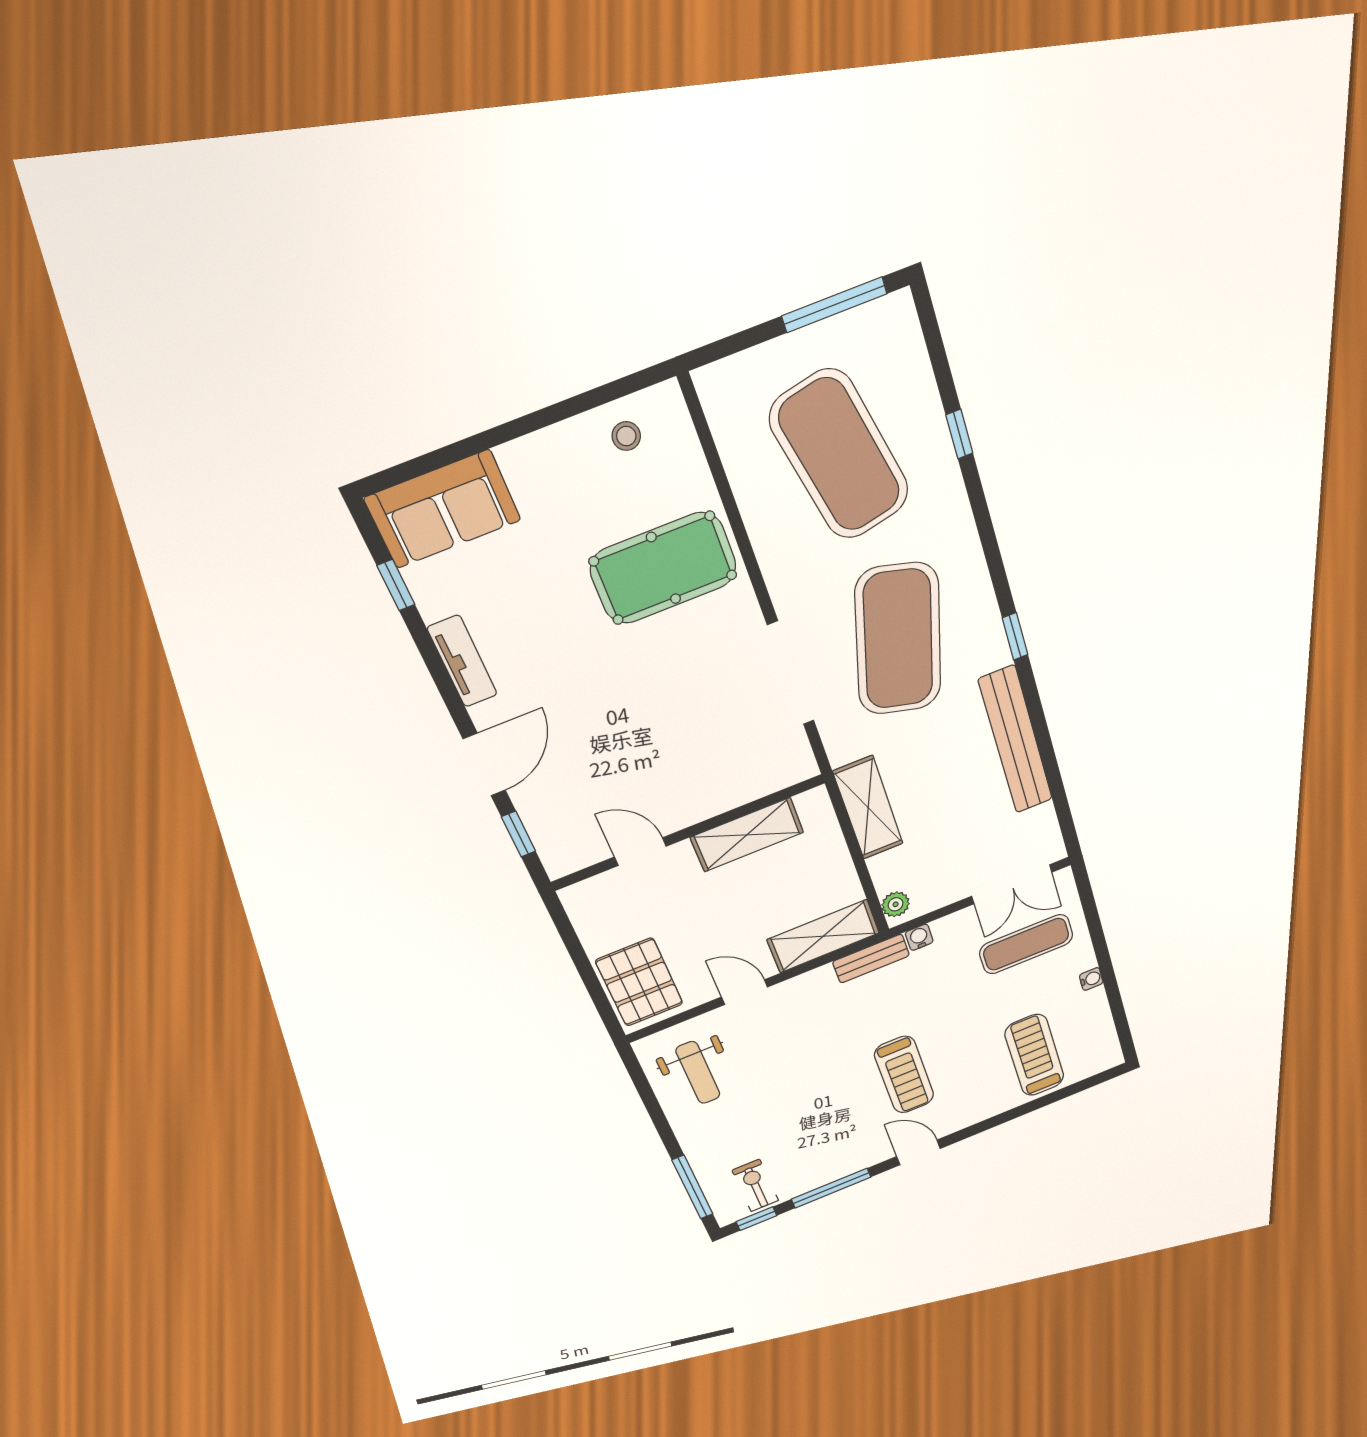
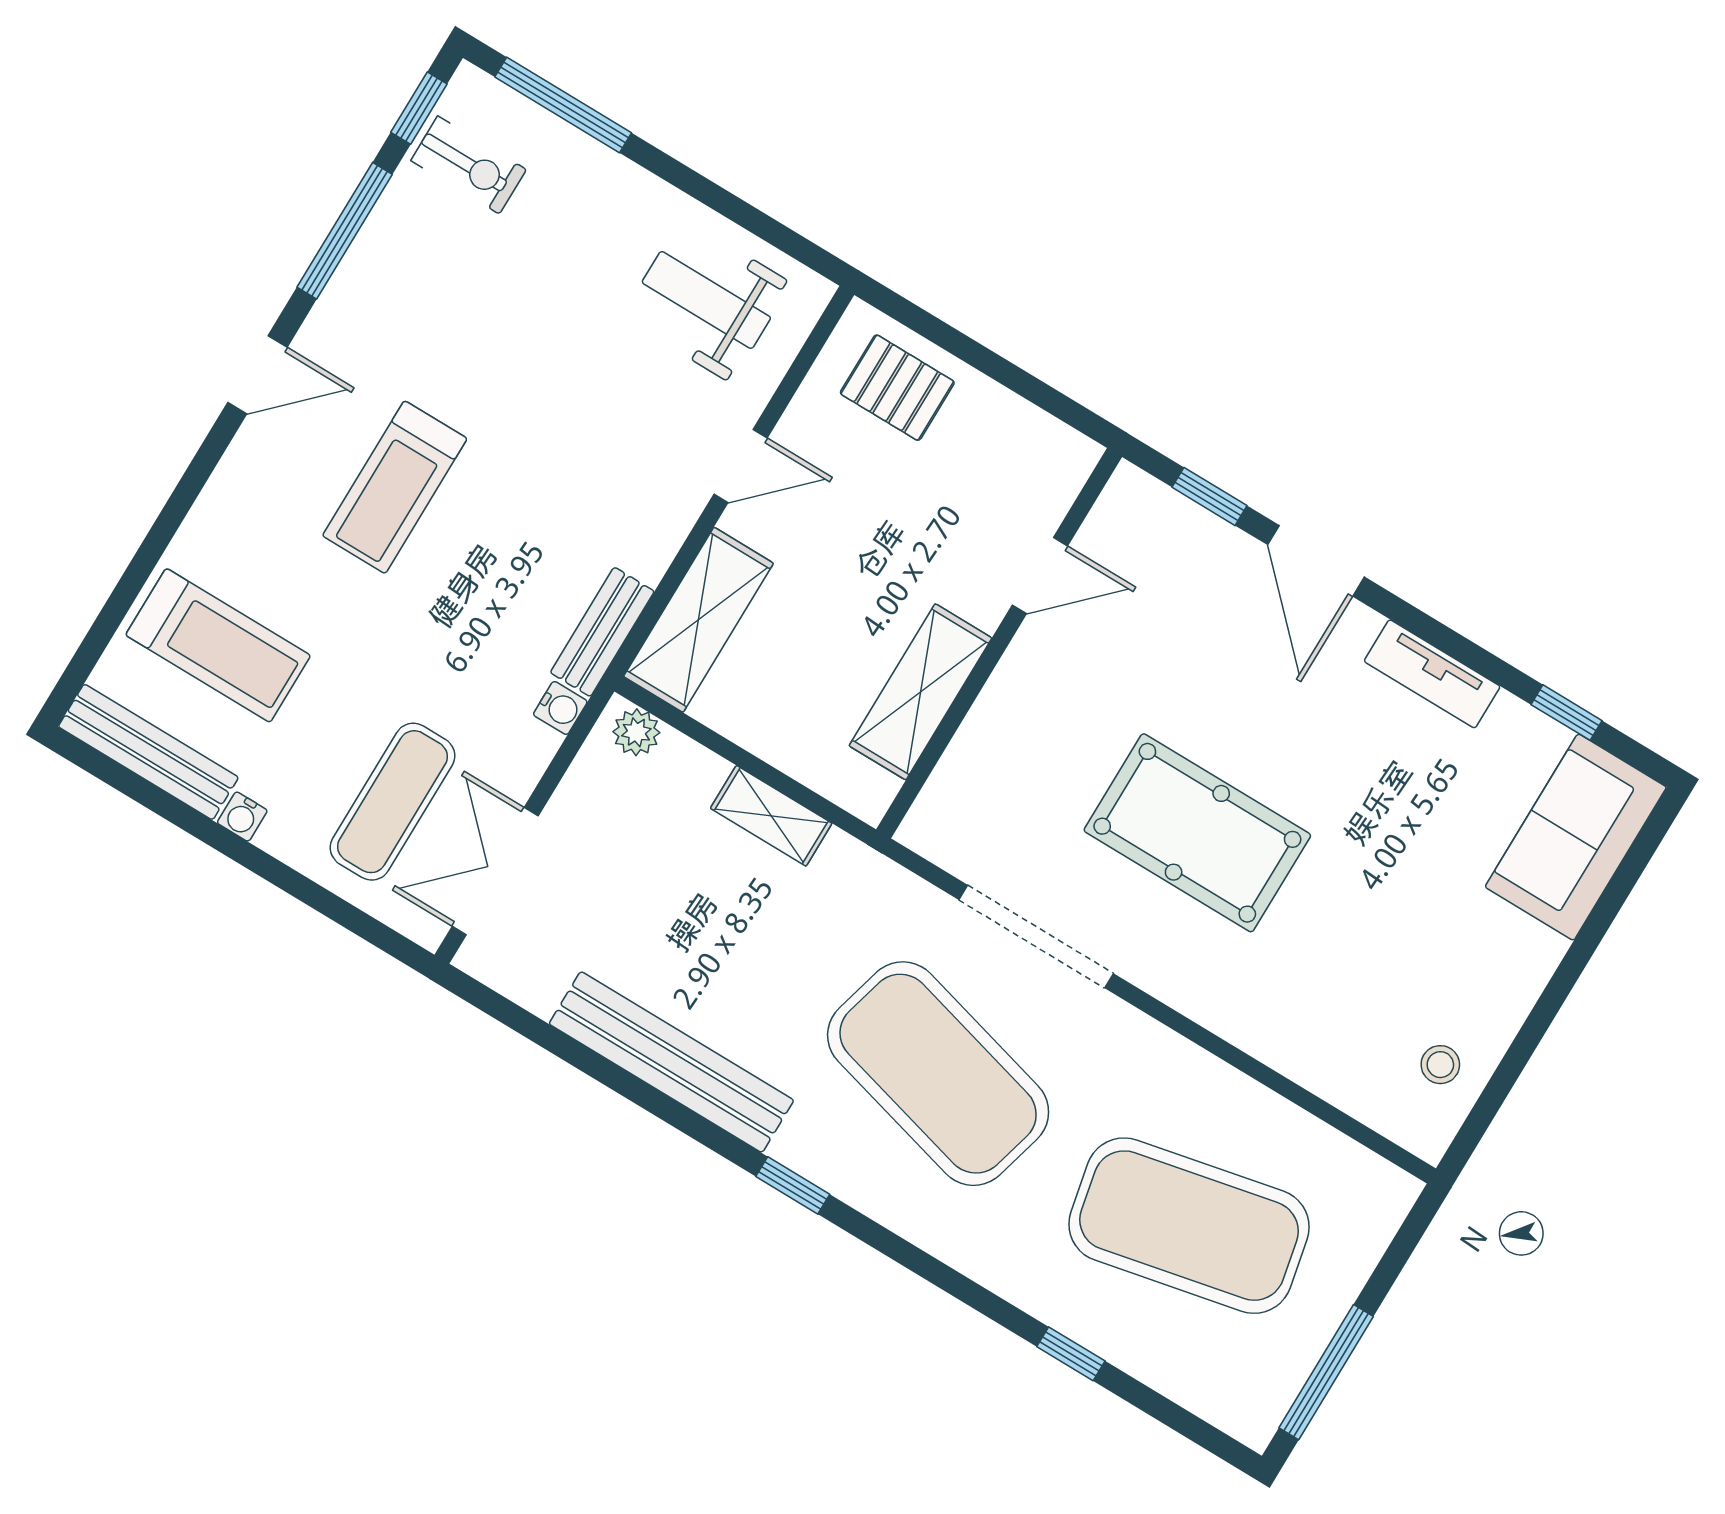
pool table: (664, 568) -> (1197, 833), moved, turned 90
shelving: (868, 808) -> (771, 816), width x0.67, depth x0.75
pallet: (639, 982) -> (897, 388), width x0.67, depth x0.71
bench: (1102, 1030) -> (148, 752), added
treadmill: (904, 1075) -> (395, 487), turned -90

